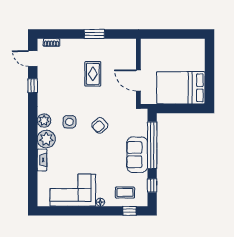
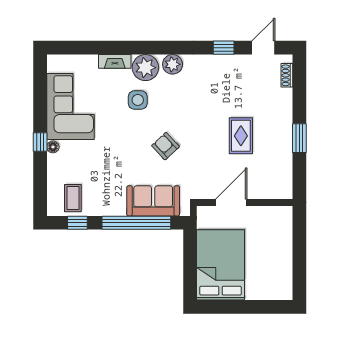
rug: (93, 74) -> (241, 136), turned 90
side table: (69, 122) -> (138, 100), moved
sofa: (137, 155) -> (153, 201), moved
coffee table: (125, 193) -> (73, 198), moved
window: (130, 211) -> (40, 142), moved

